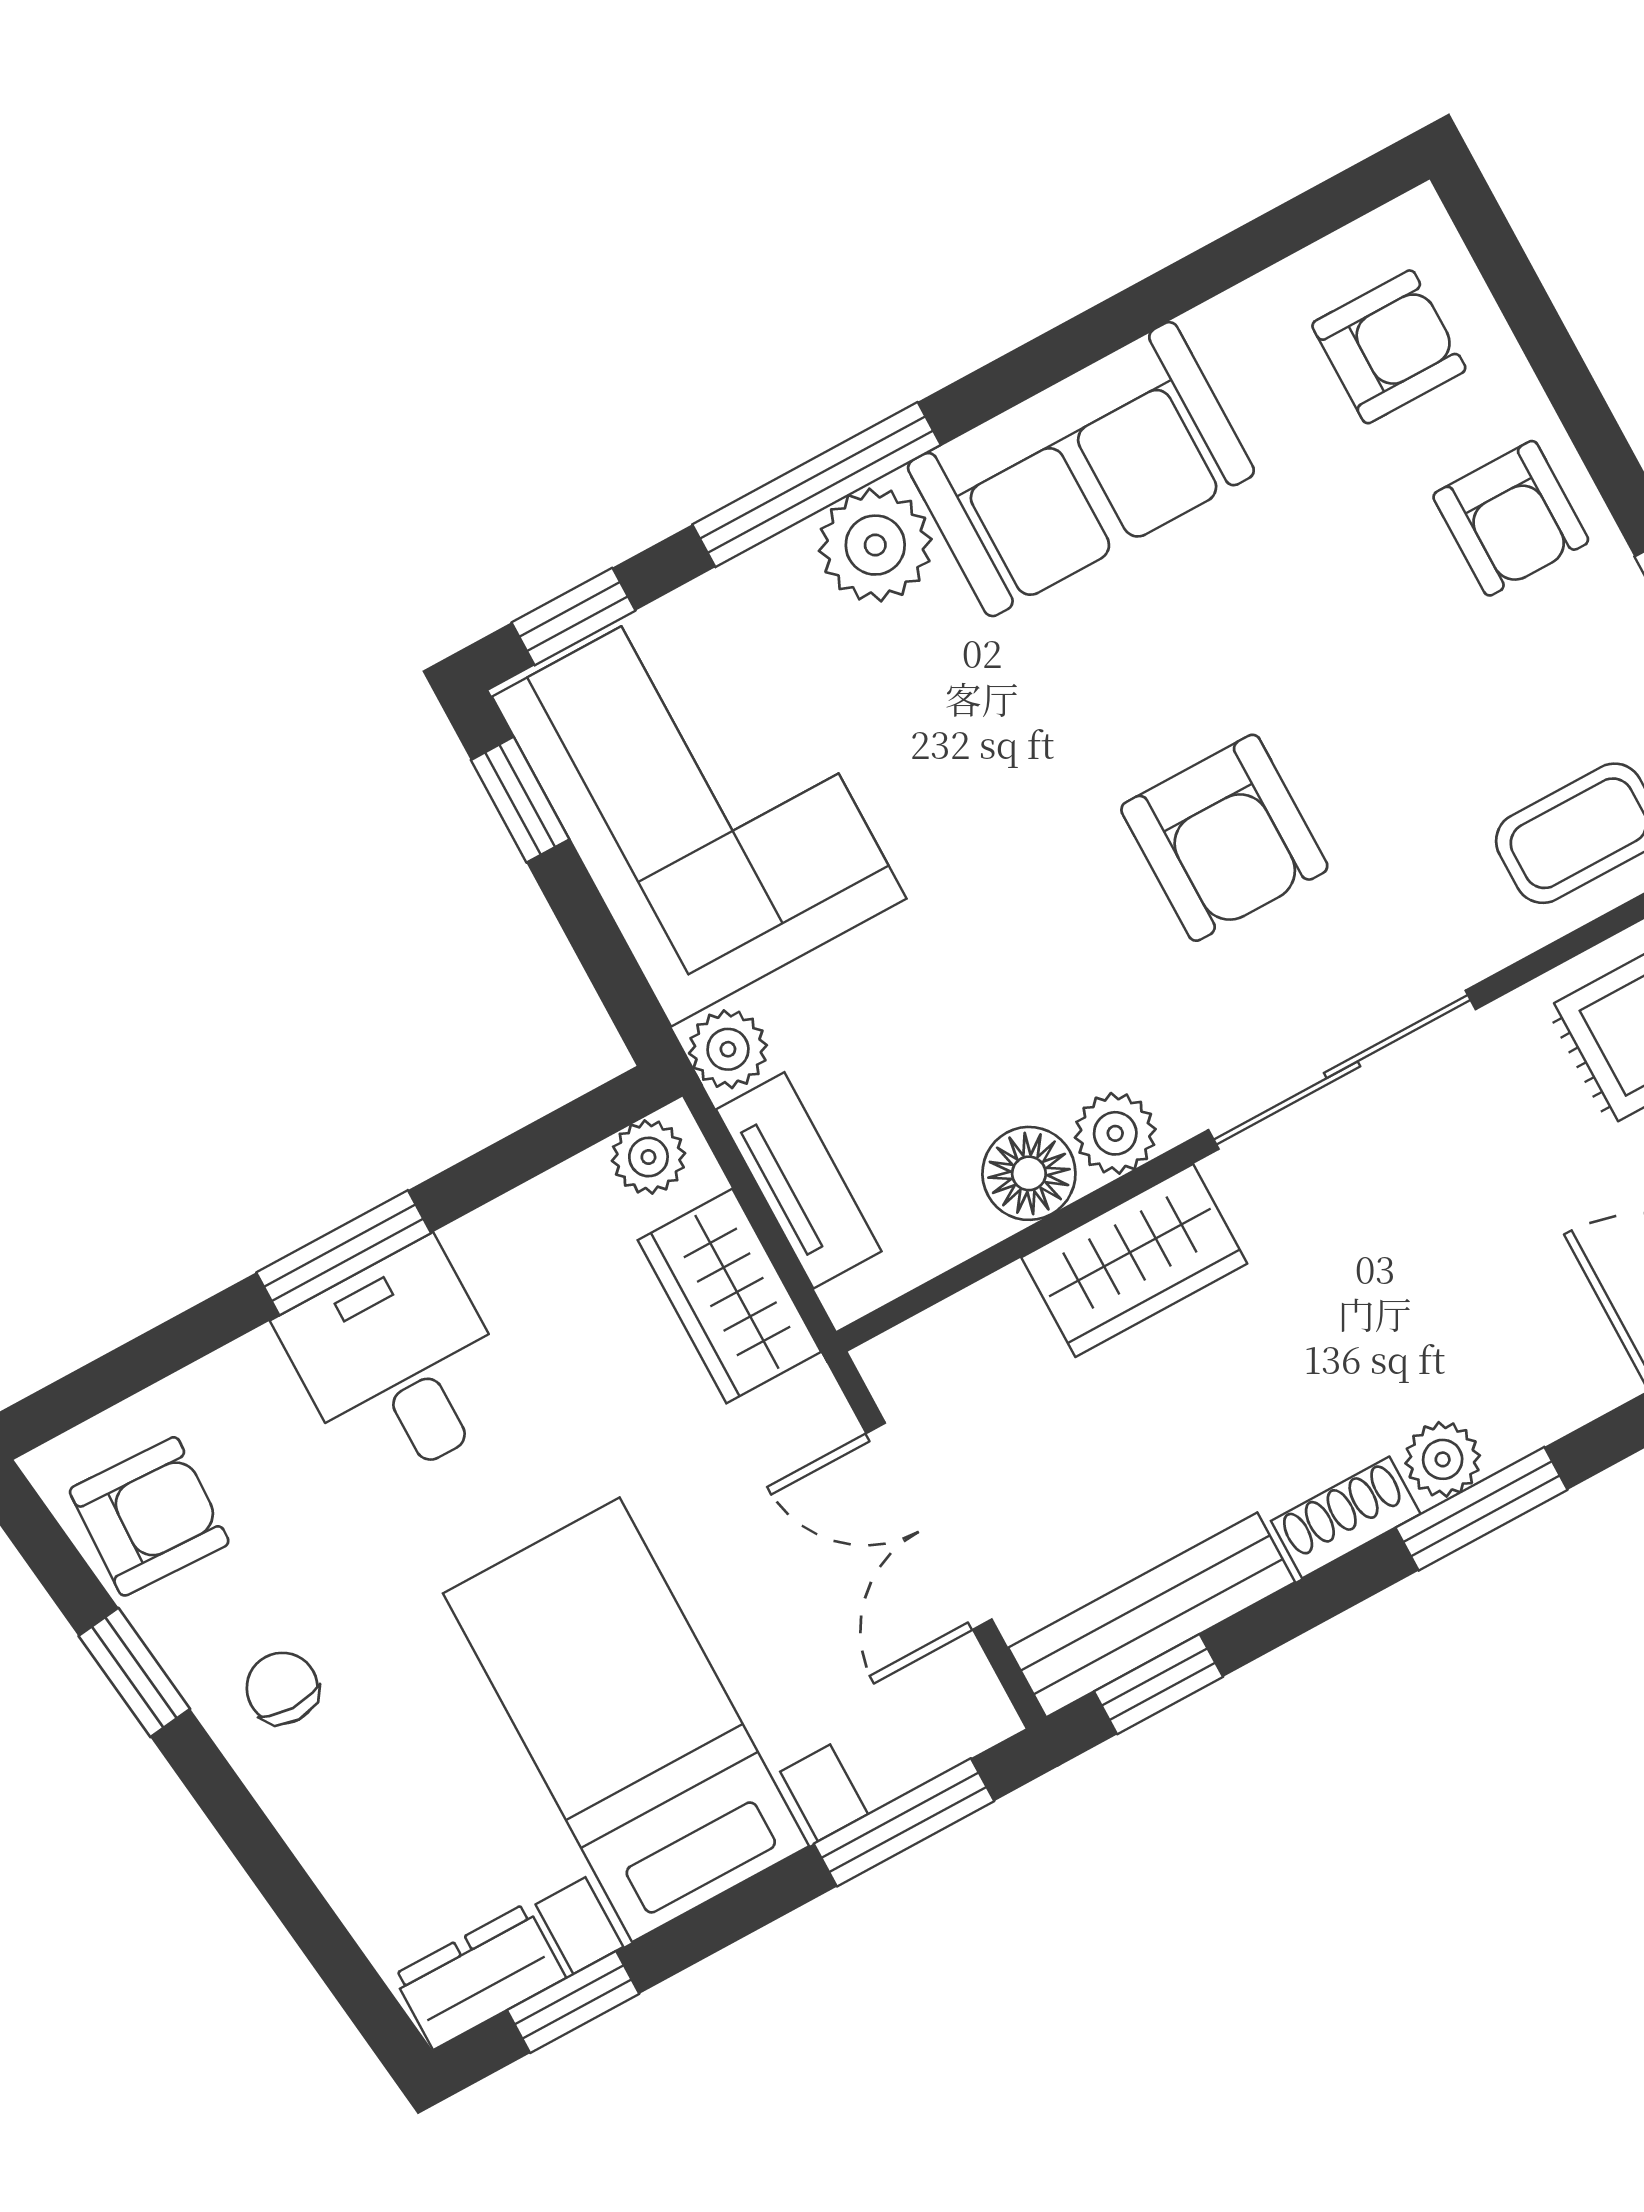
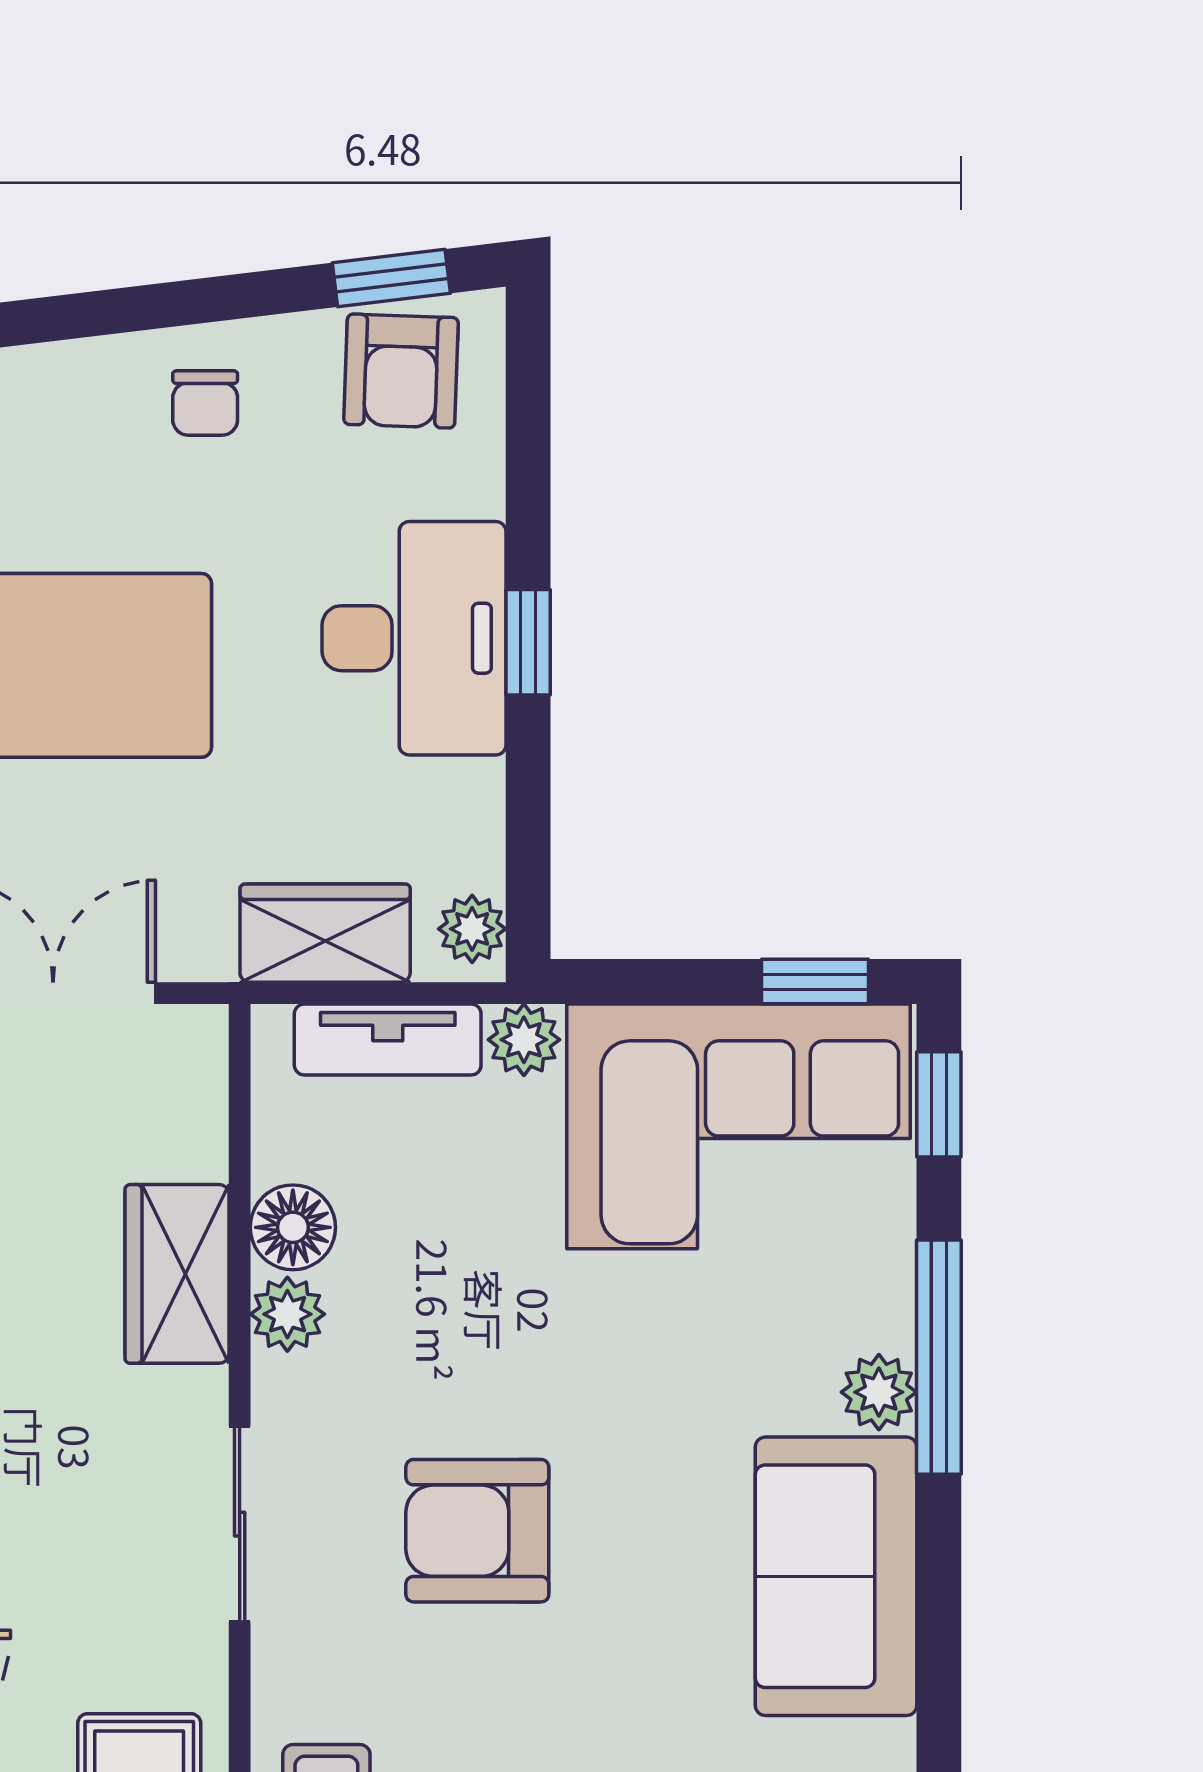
plant: (875, 545) -> (879, 1392), width x0.73, depth x0.73
sliding door: (1342, 1070) -> (240, 1524), width x0.73
window: (344, 1253) -> (528, 642), width x0.67
desk: (399, 1365) -> (414, 638), width x1.37
window: (134, 1672) -> (391, 278), moved
chair: (282, 1688) -> (205, 403), turned 90

